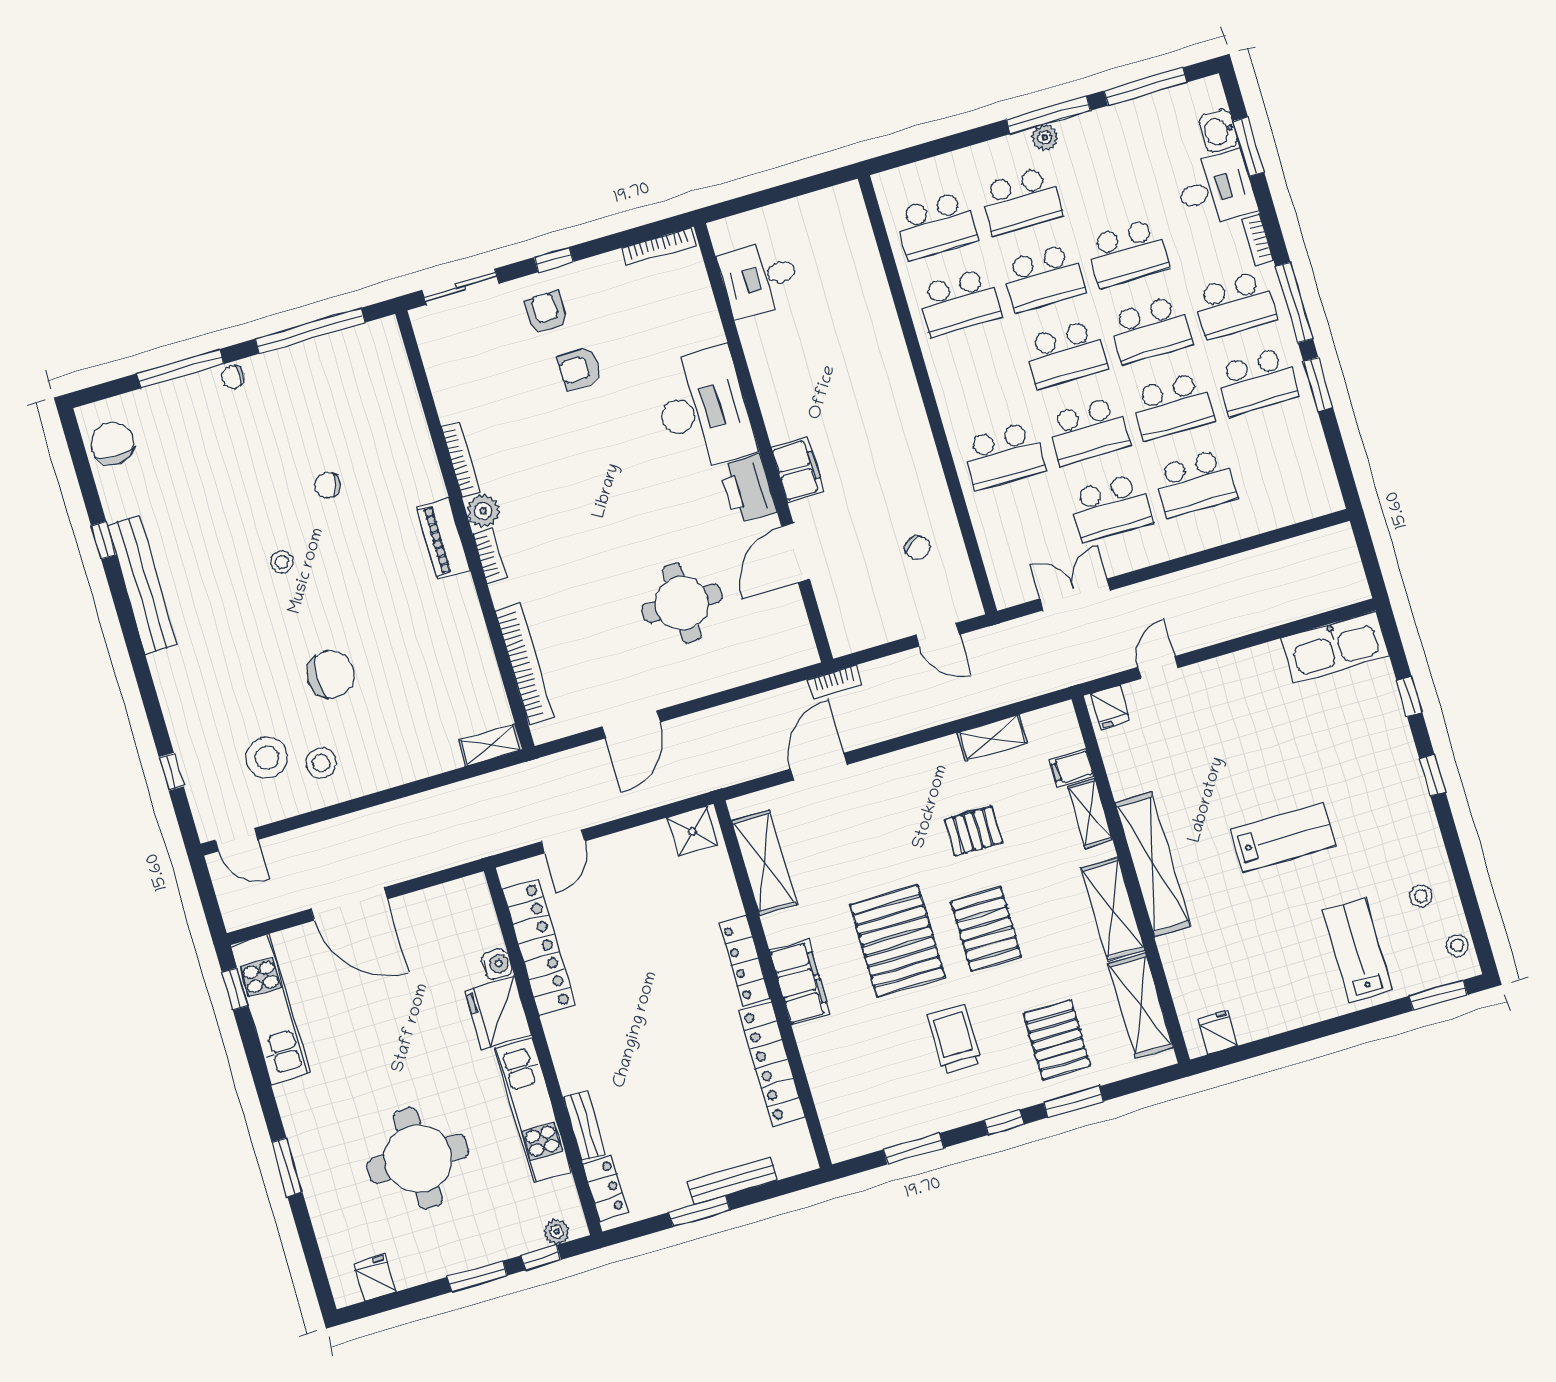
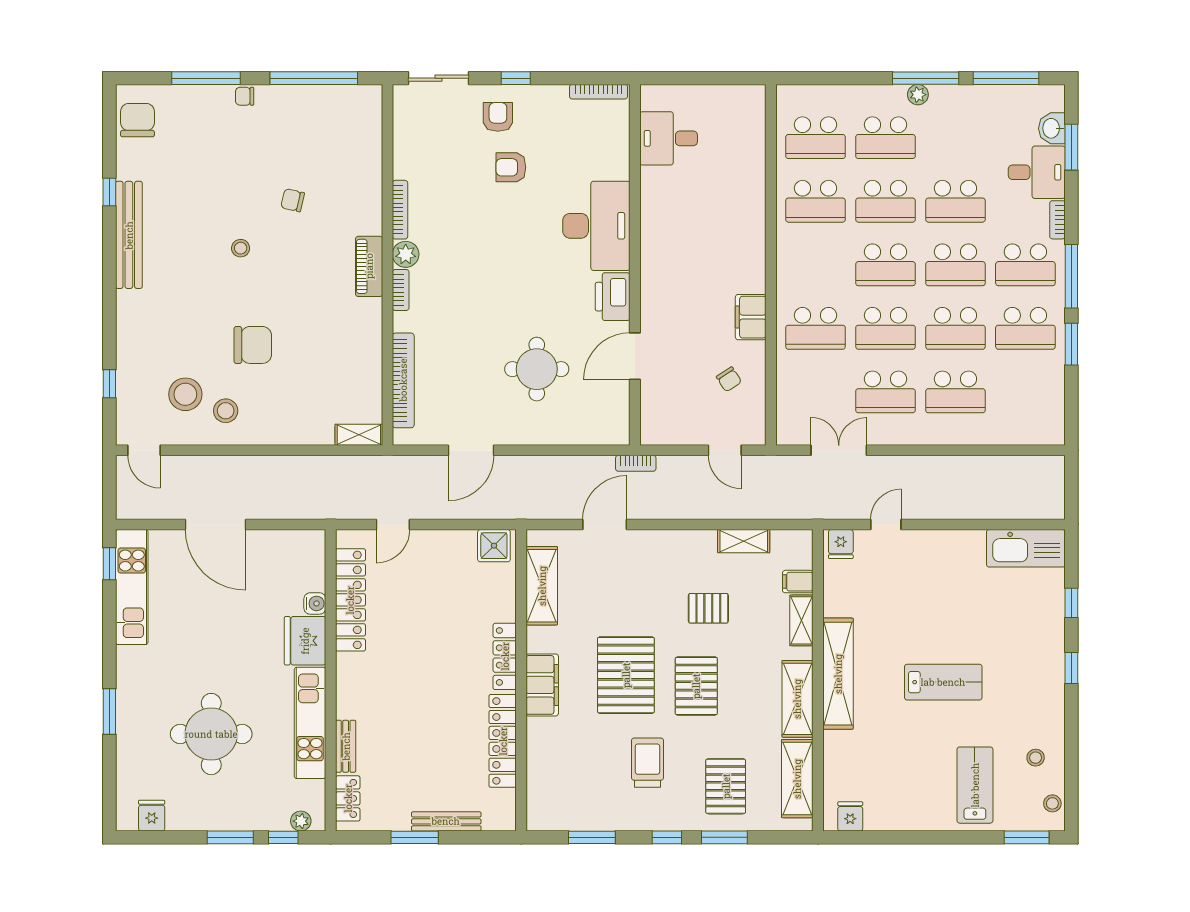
filing cabinet: (798, 470) -> (751, 317), moved, turned 180

